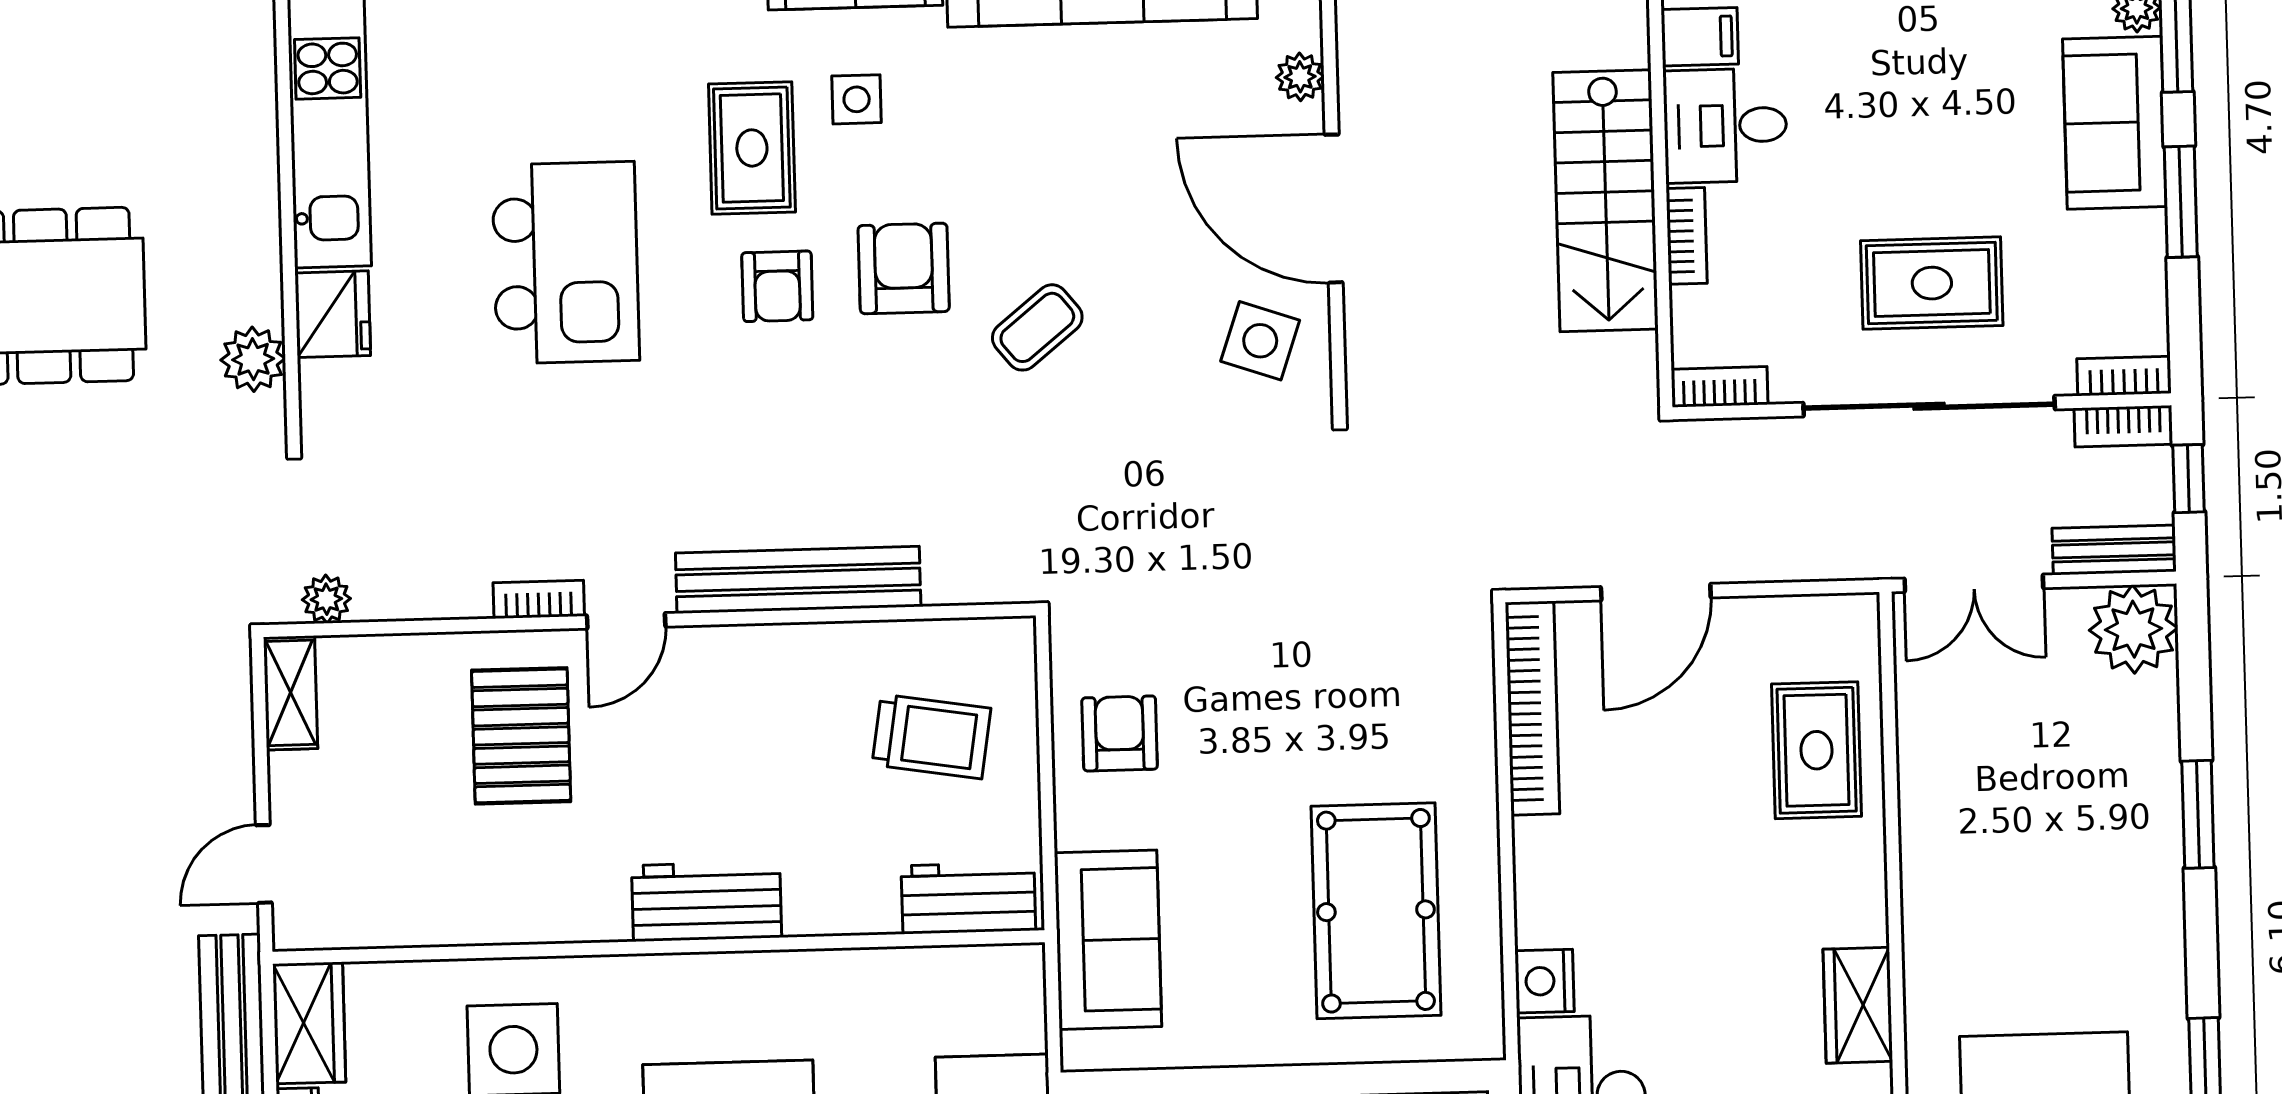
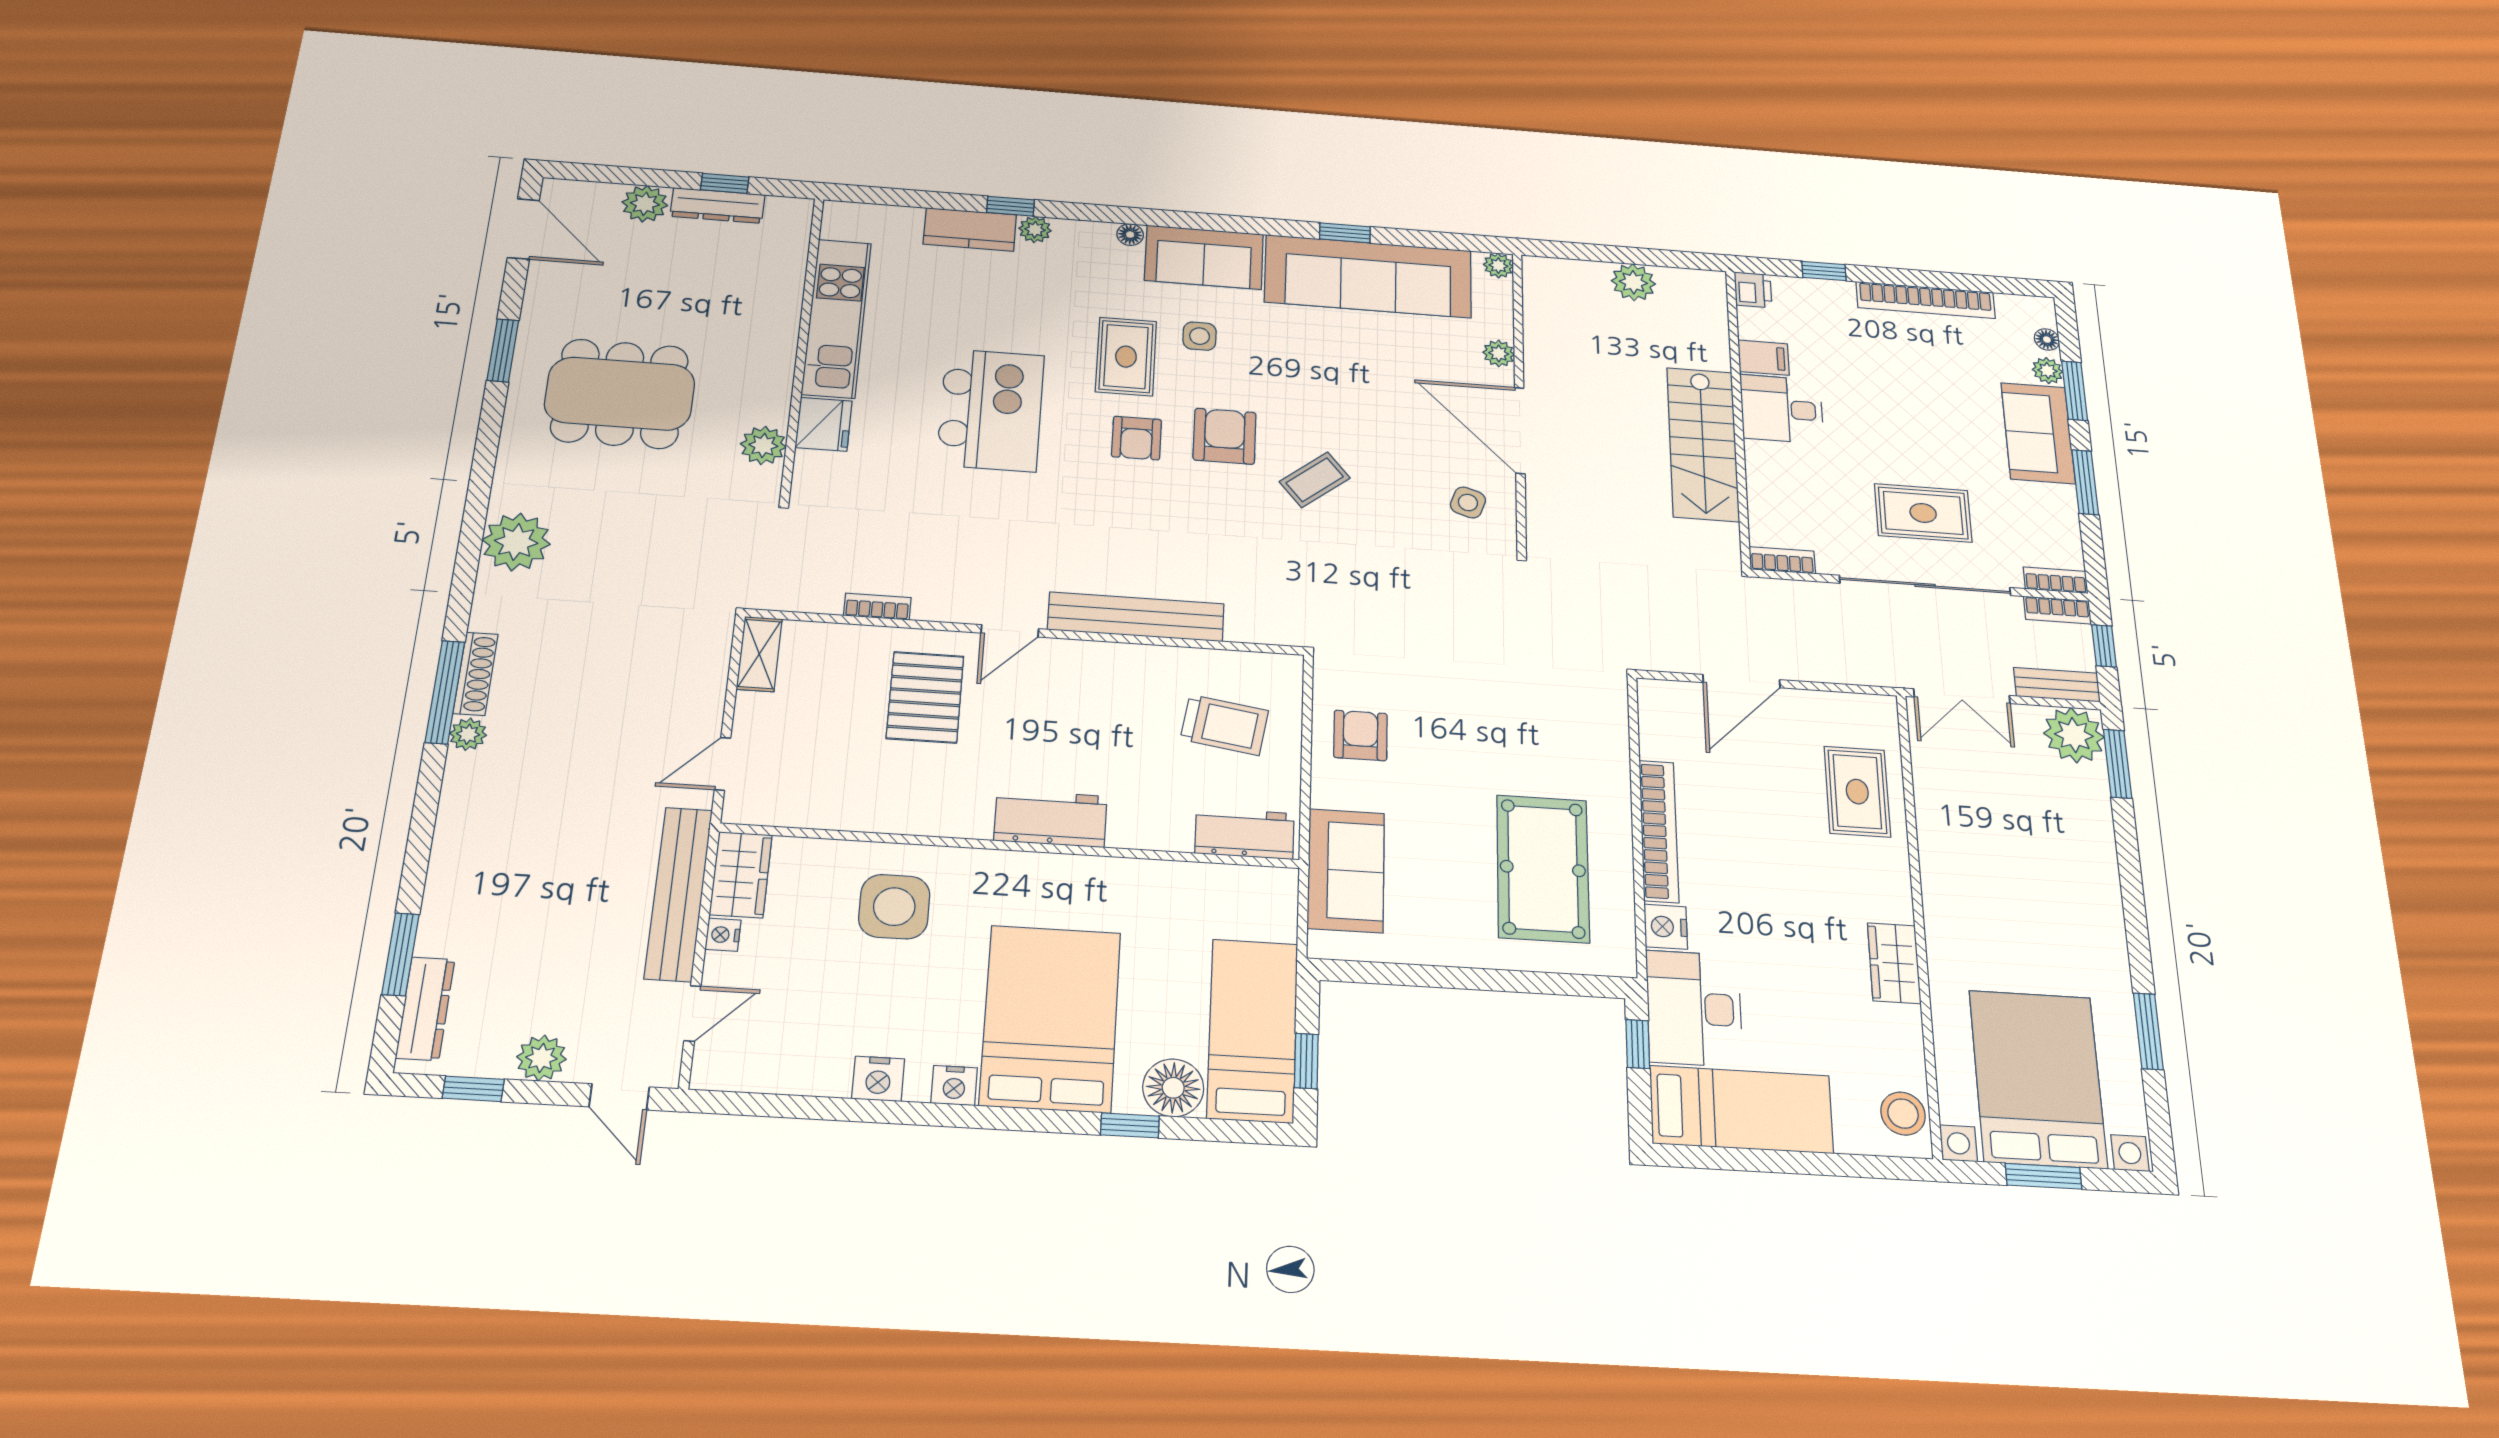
bookcase: (1687, 236) -> (1758, 469), removed
side table: (1260, 341) -> (1468, 503), width x0.73, depth x0.73
plant: (326, 599) -> (794, 597), removed
bookcase: (539, 599) -> (877, 607), moved
bookcase: (1532, 708) -> (1659, 831), moved
window: (2198, 814) -> (2118, 764), moved

